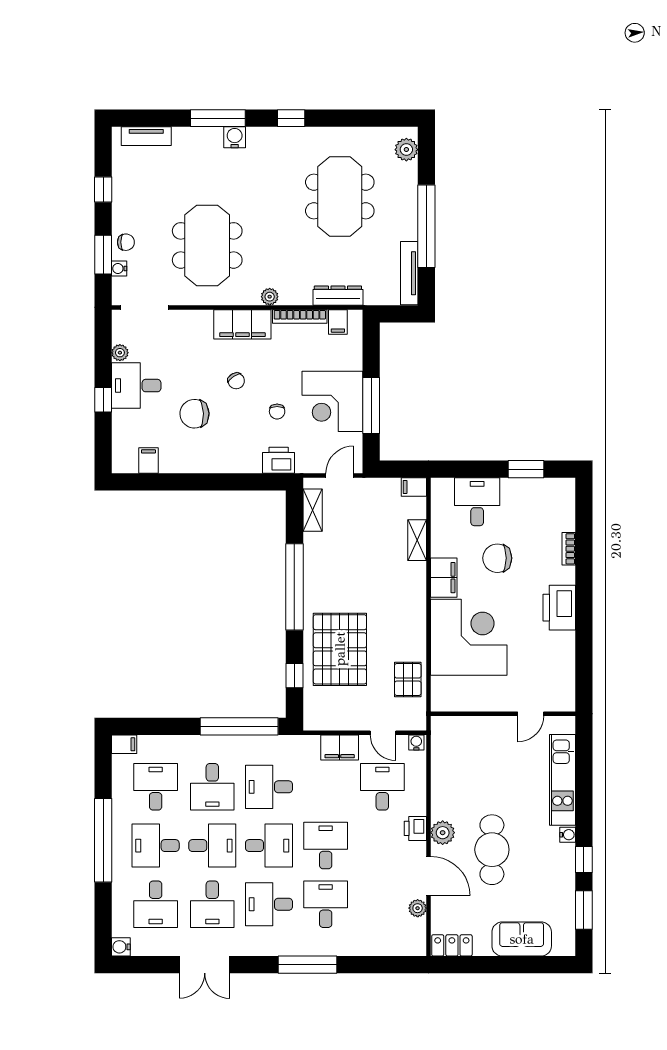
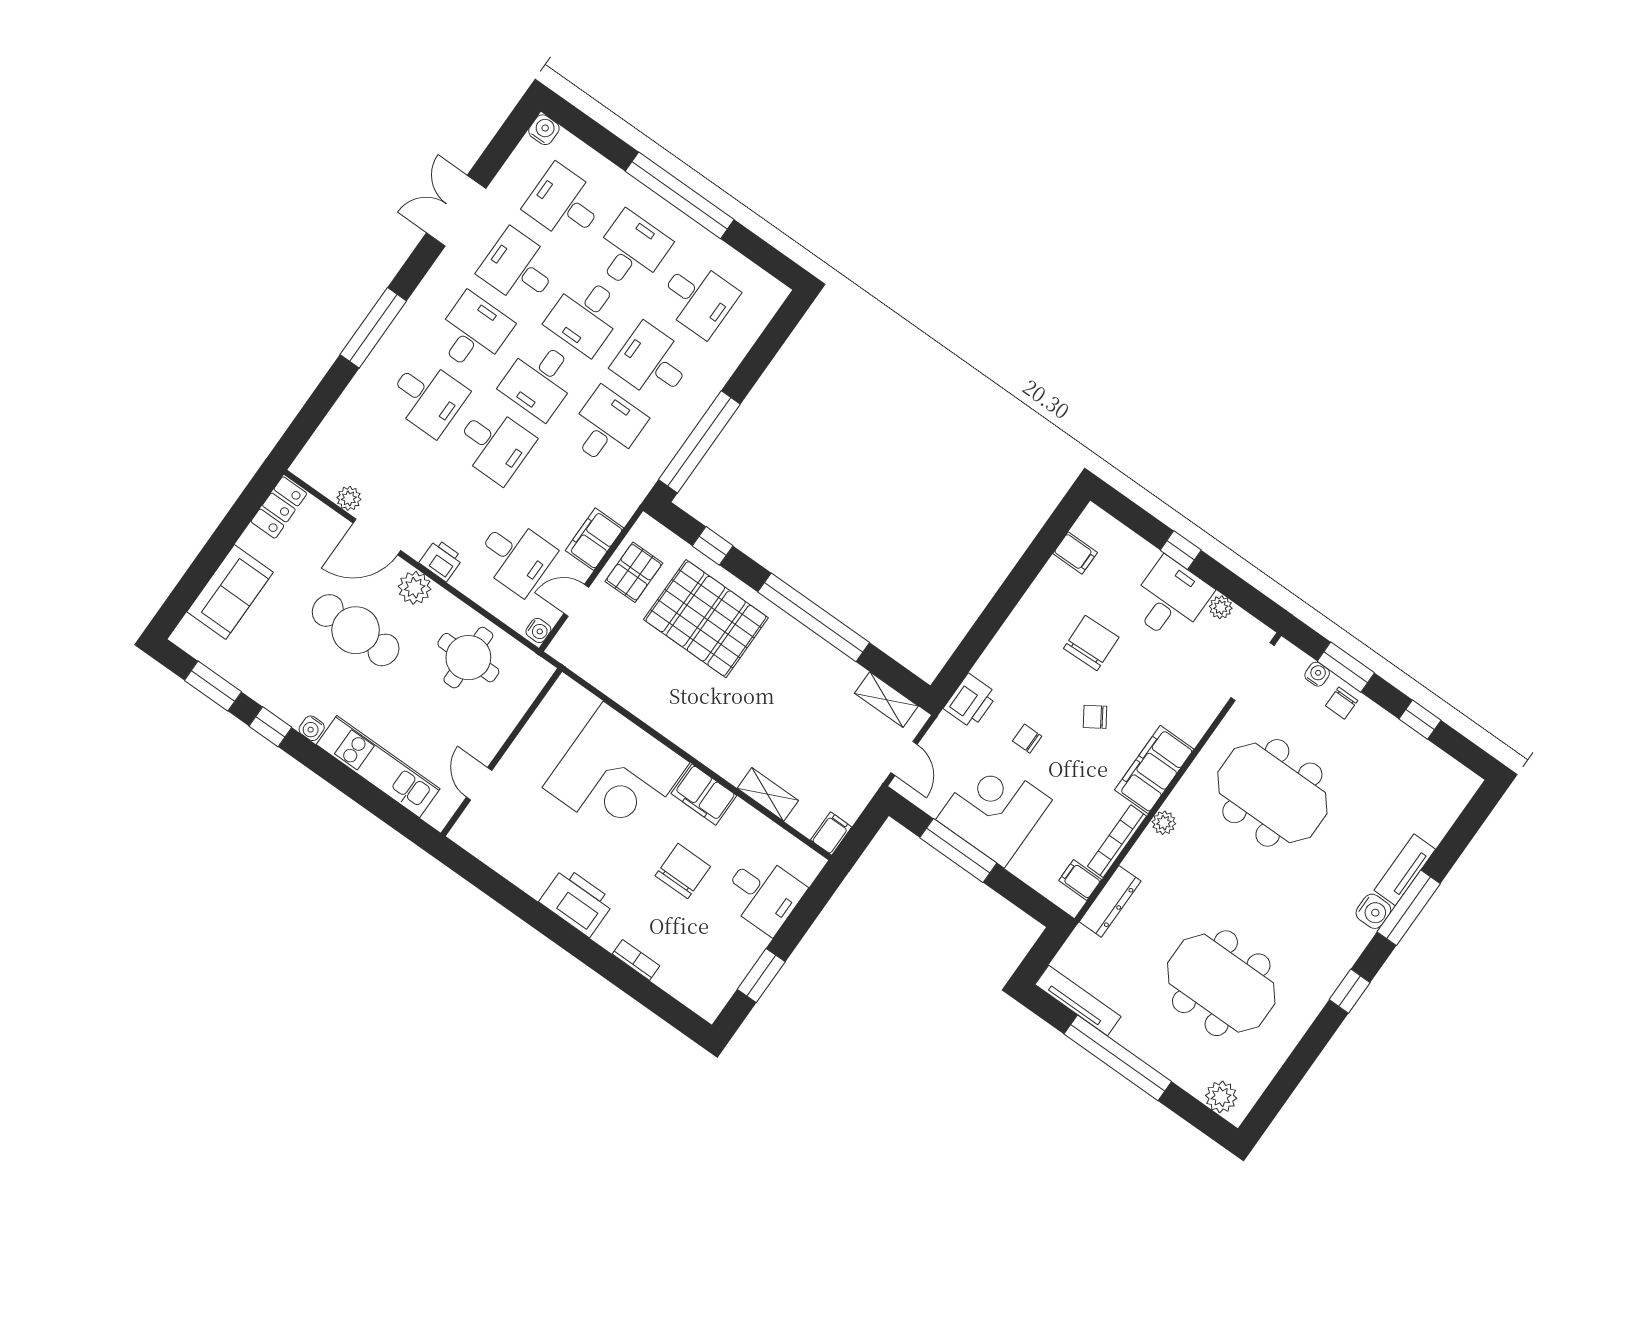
tv unit: (146, 136) -> (1405, 870), moved
pallet: (408, 680) -> (634, 572), moved, turned 90
filing cabinet: (124, 744) -> (772, 297), removed
round table: (461, 772) -> (468, 658), added

